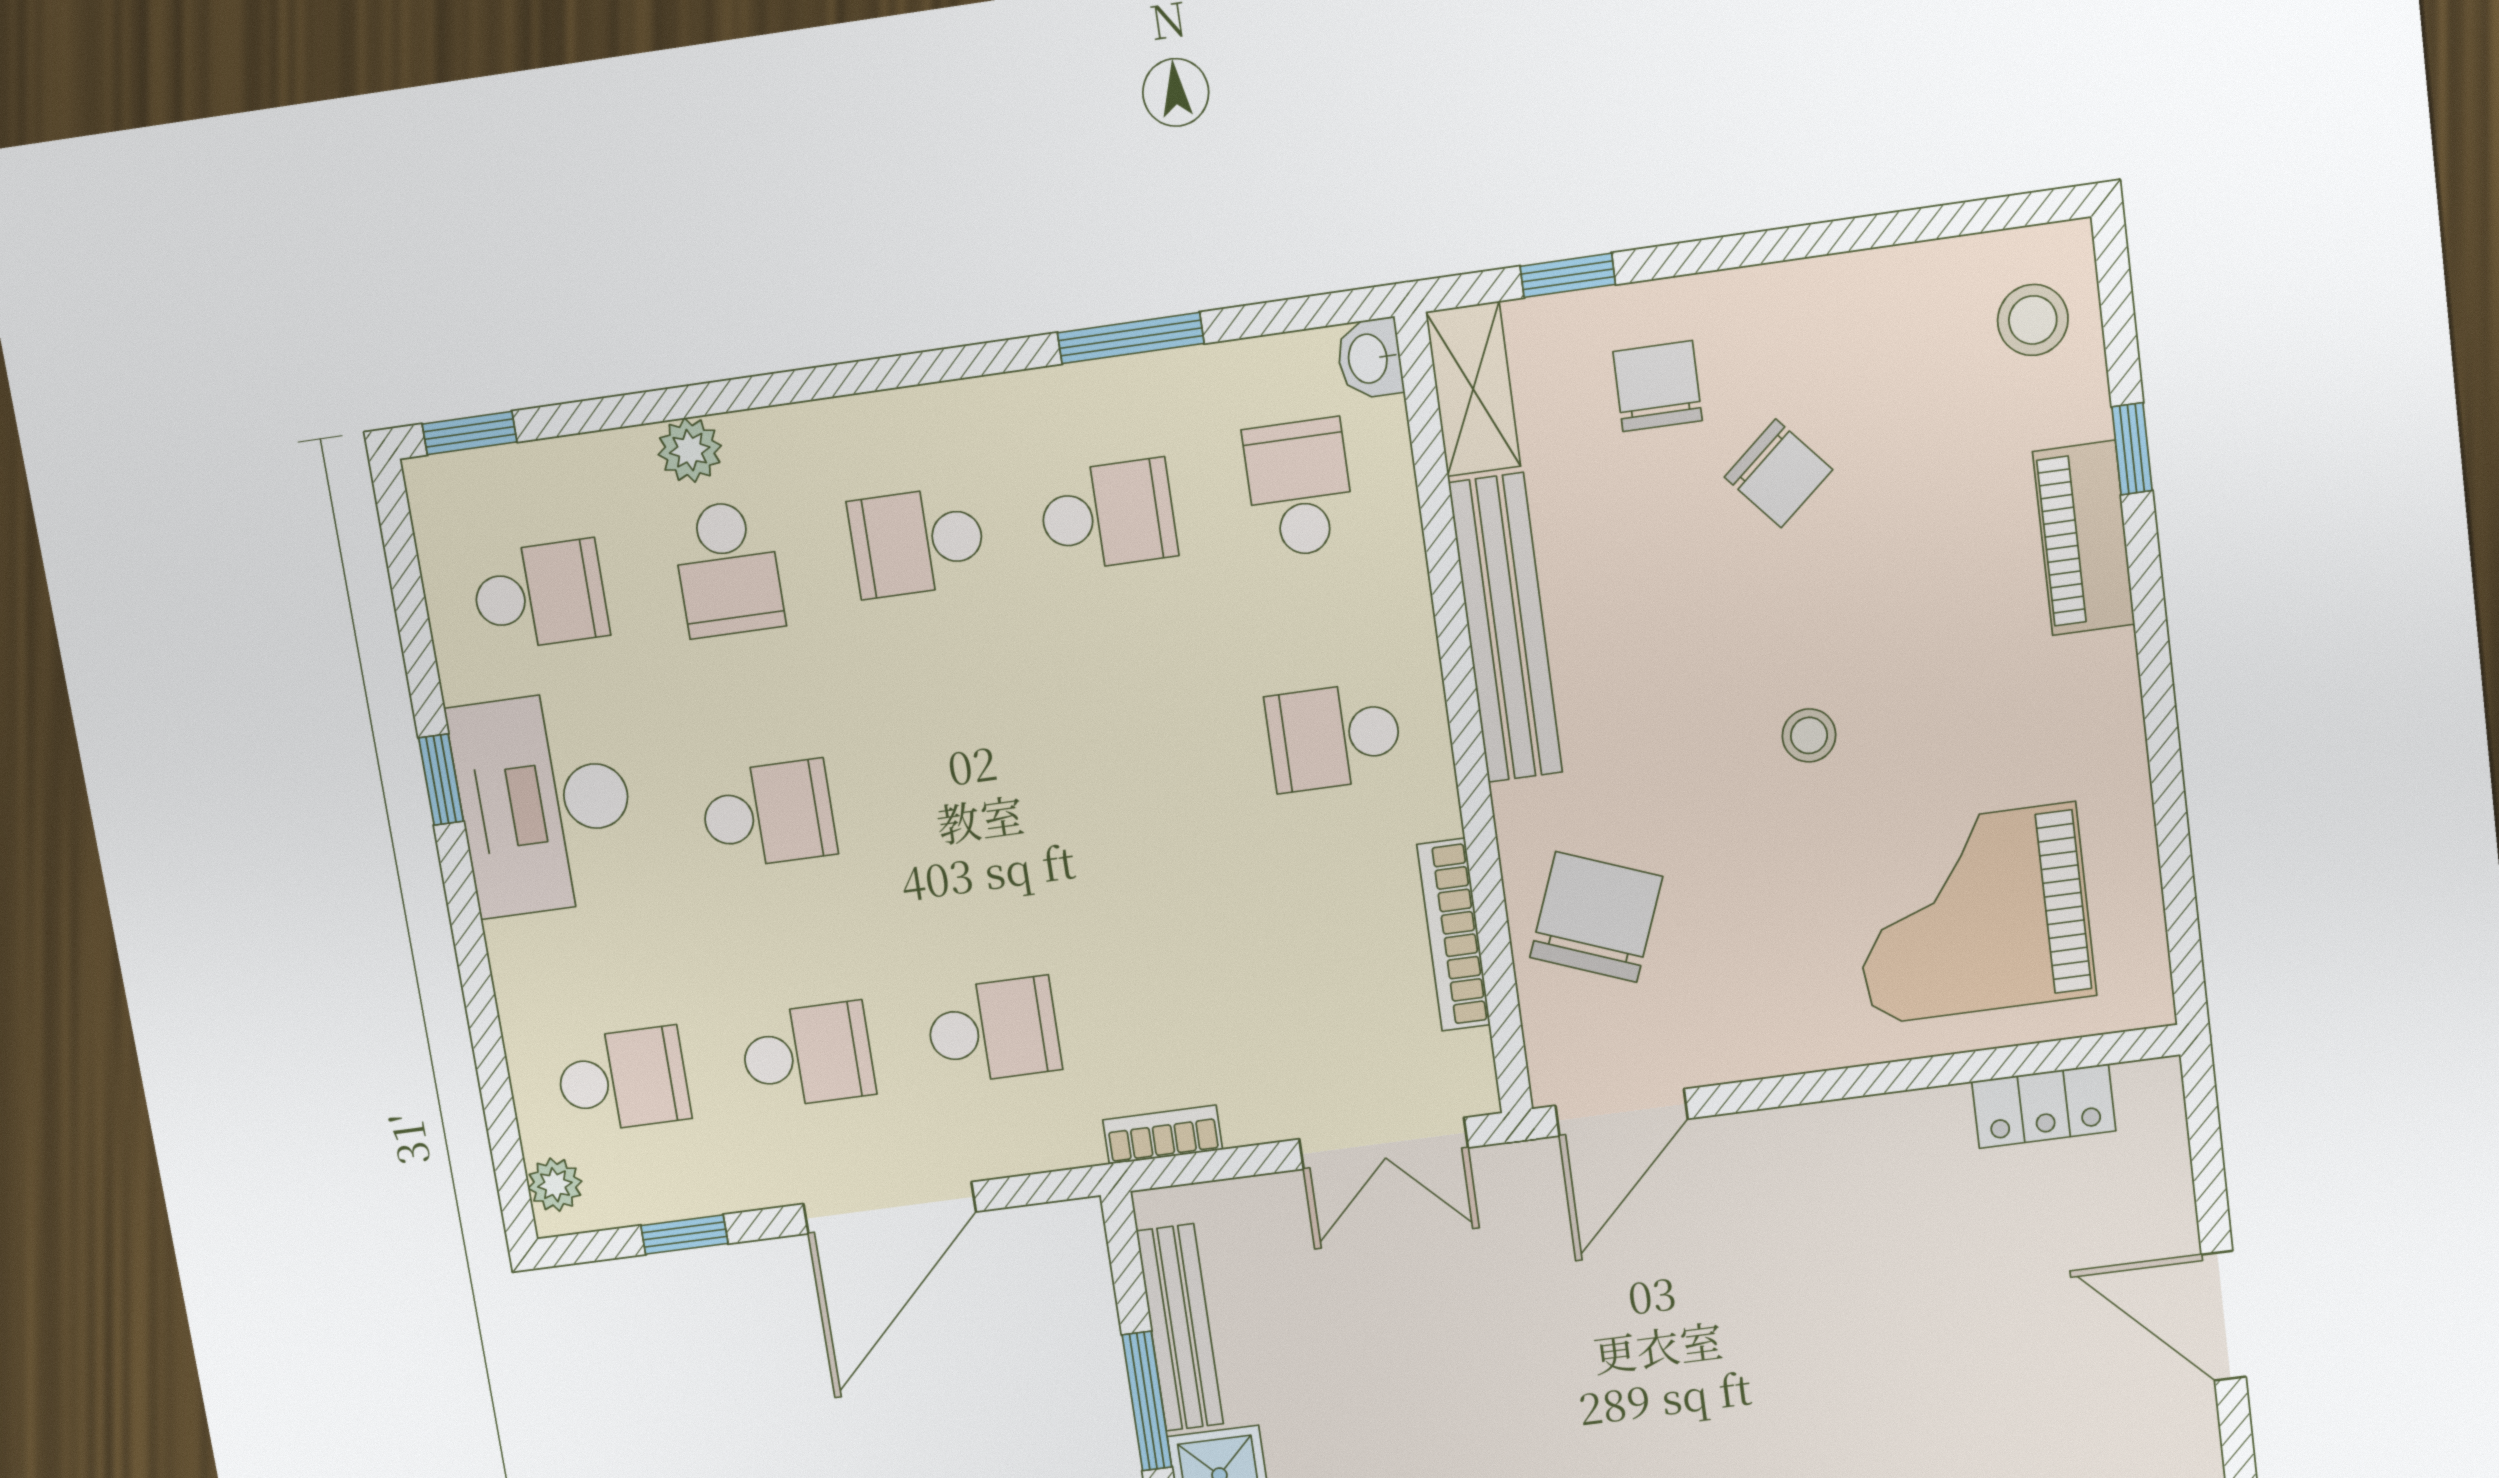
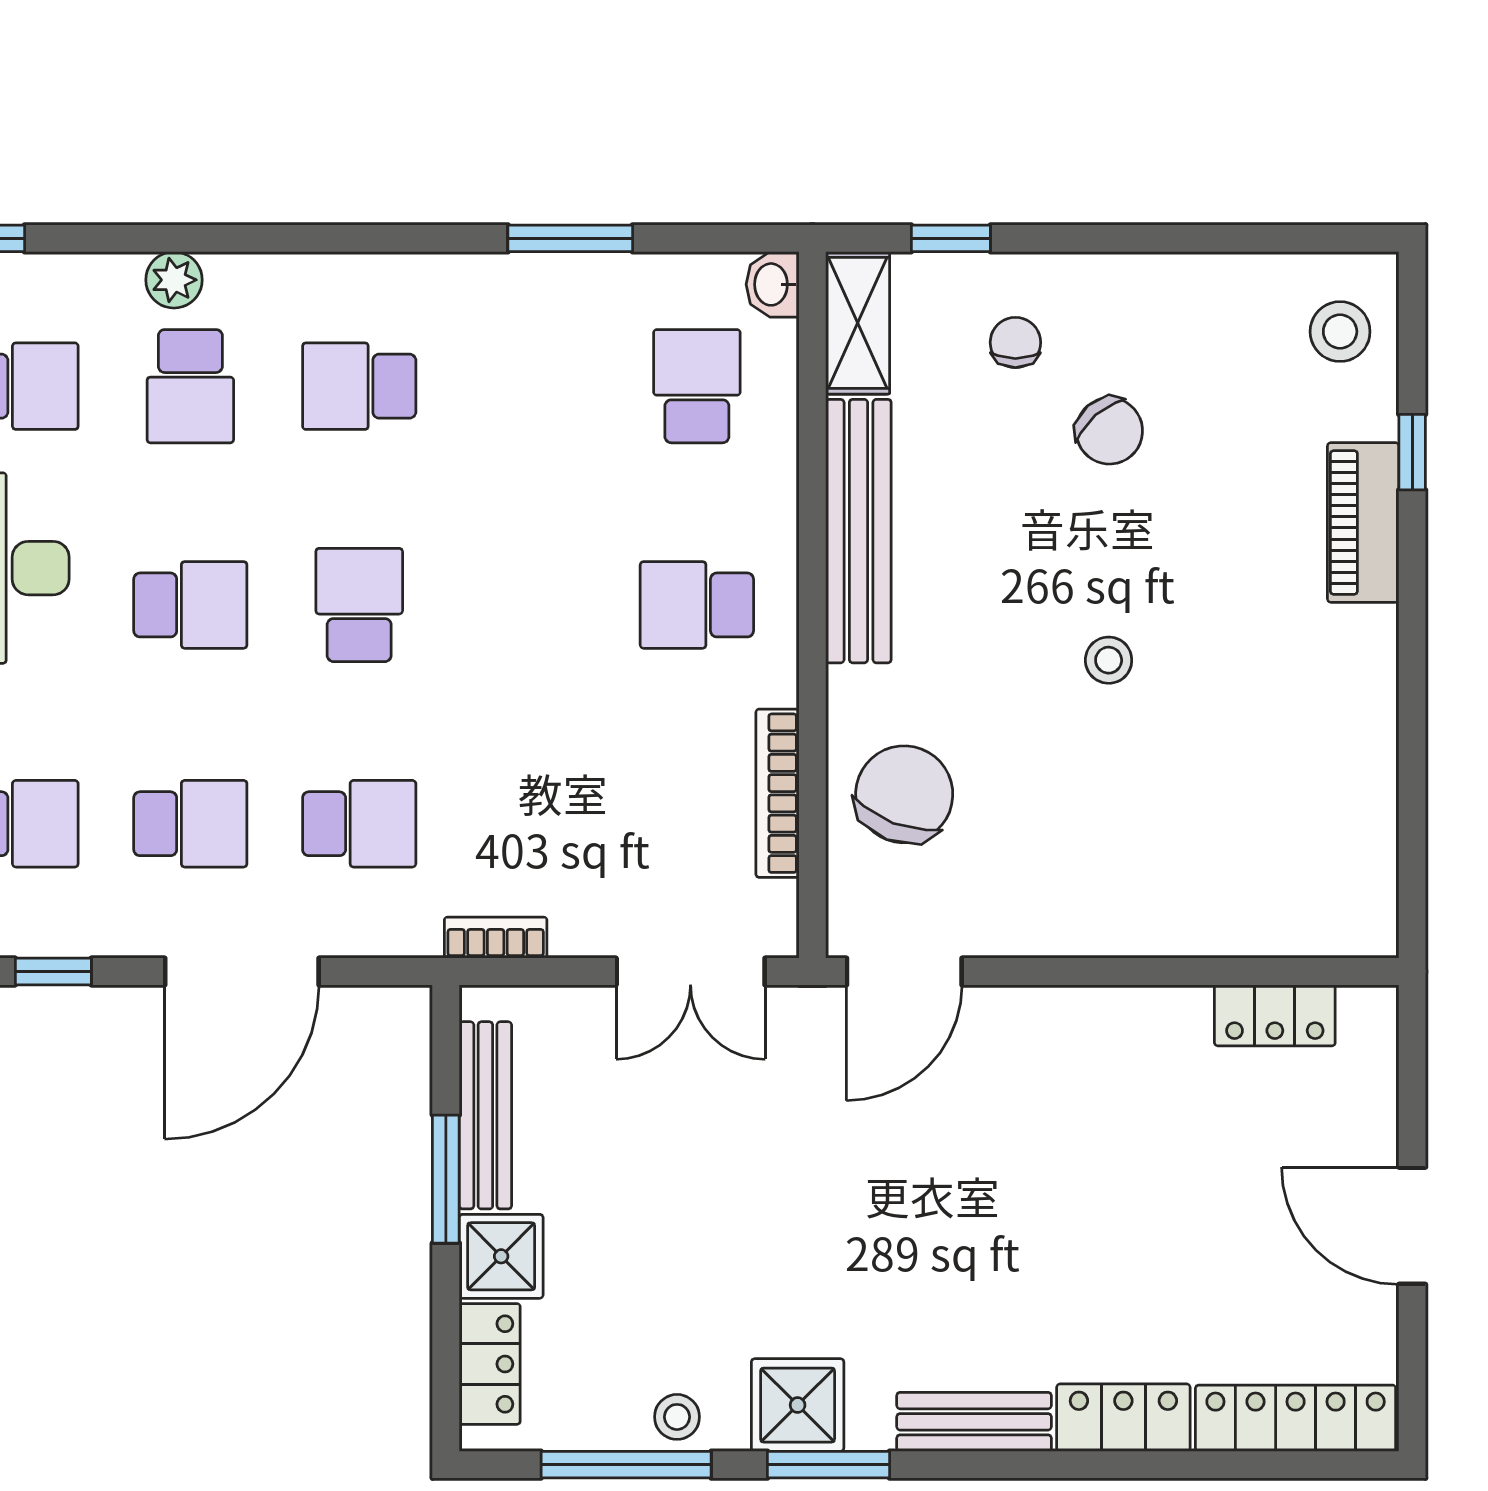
chair: (1658, 386) -> (1015, 342), width x0.73, depth x0.73
school desk: (1108, 515) -> (359, 605), moved, turned -90
grand piano: (1972, 914) -> (1231, 836), removed

